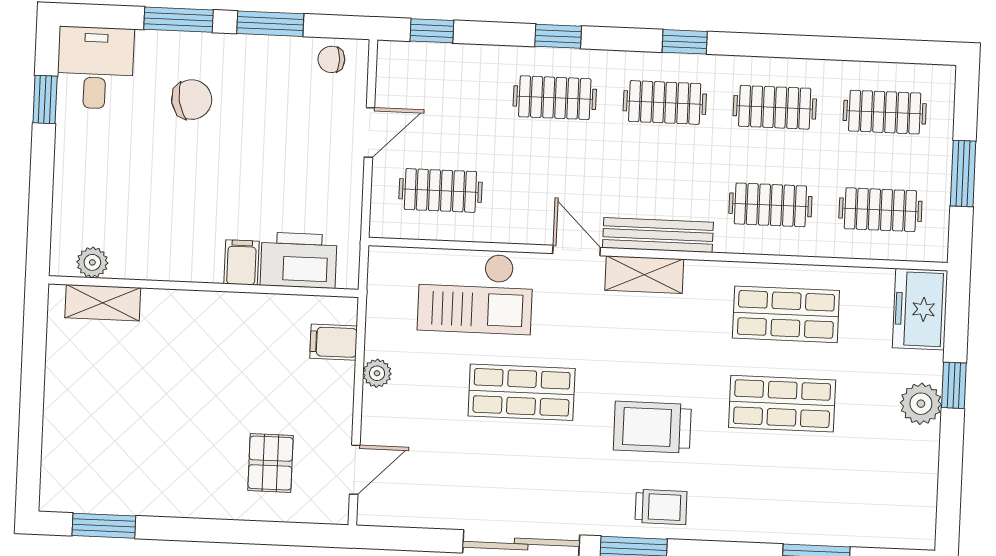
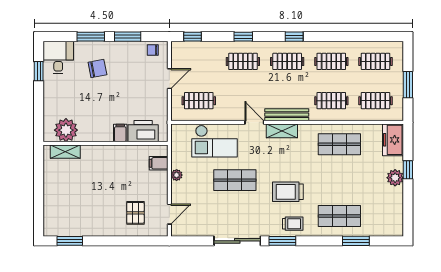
plant: (92, 262) -> (66, 130), width x1.87, depth x1.87
shop shelf: (782, 404) -> (339, 216), moved

